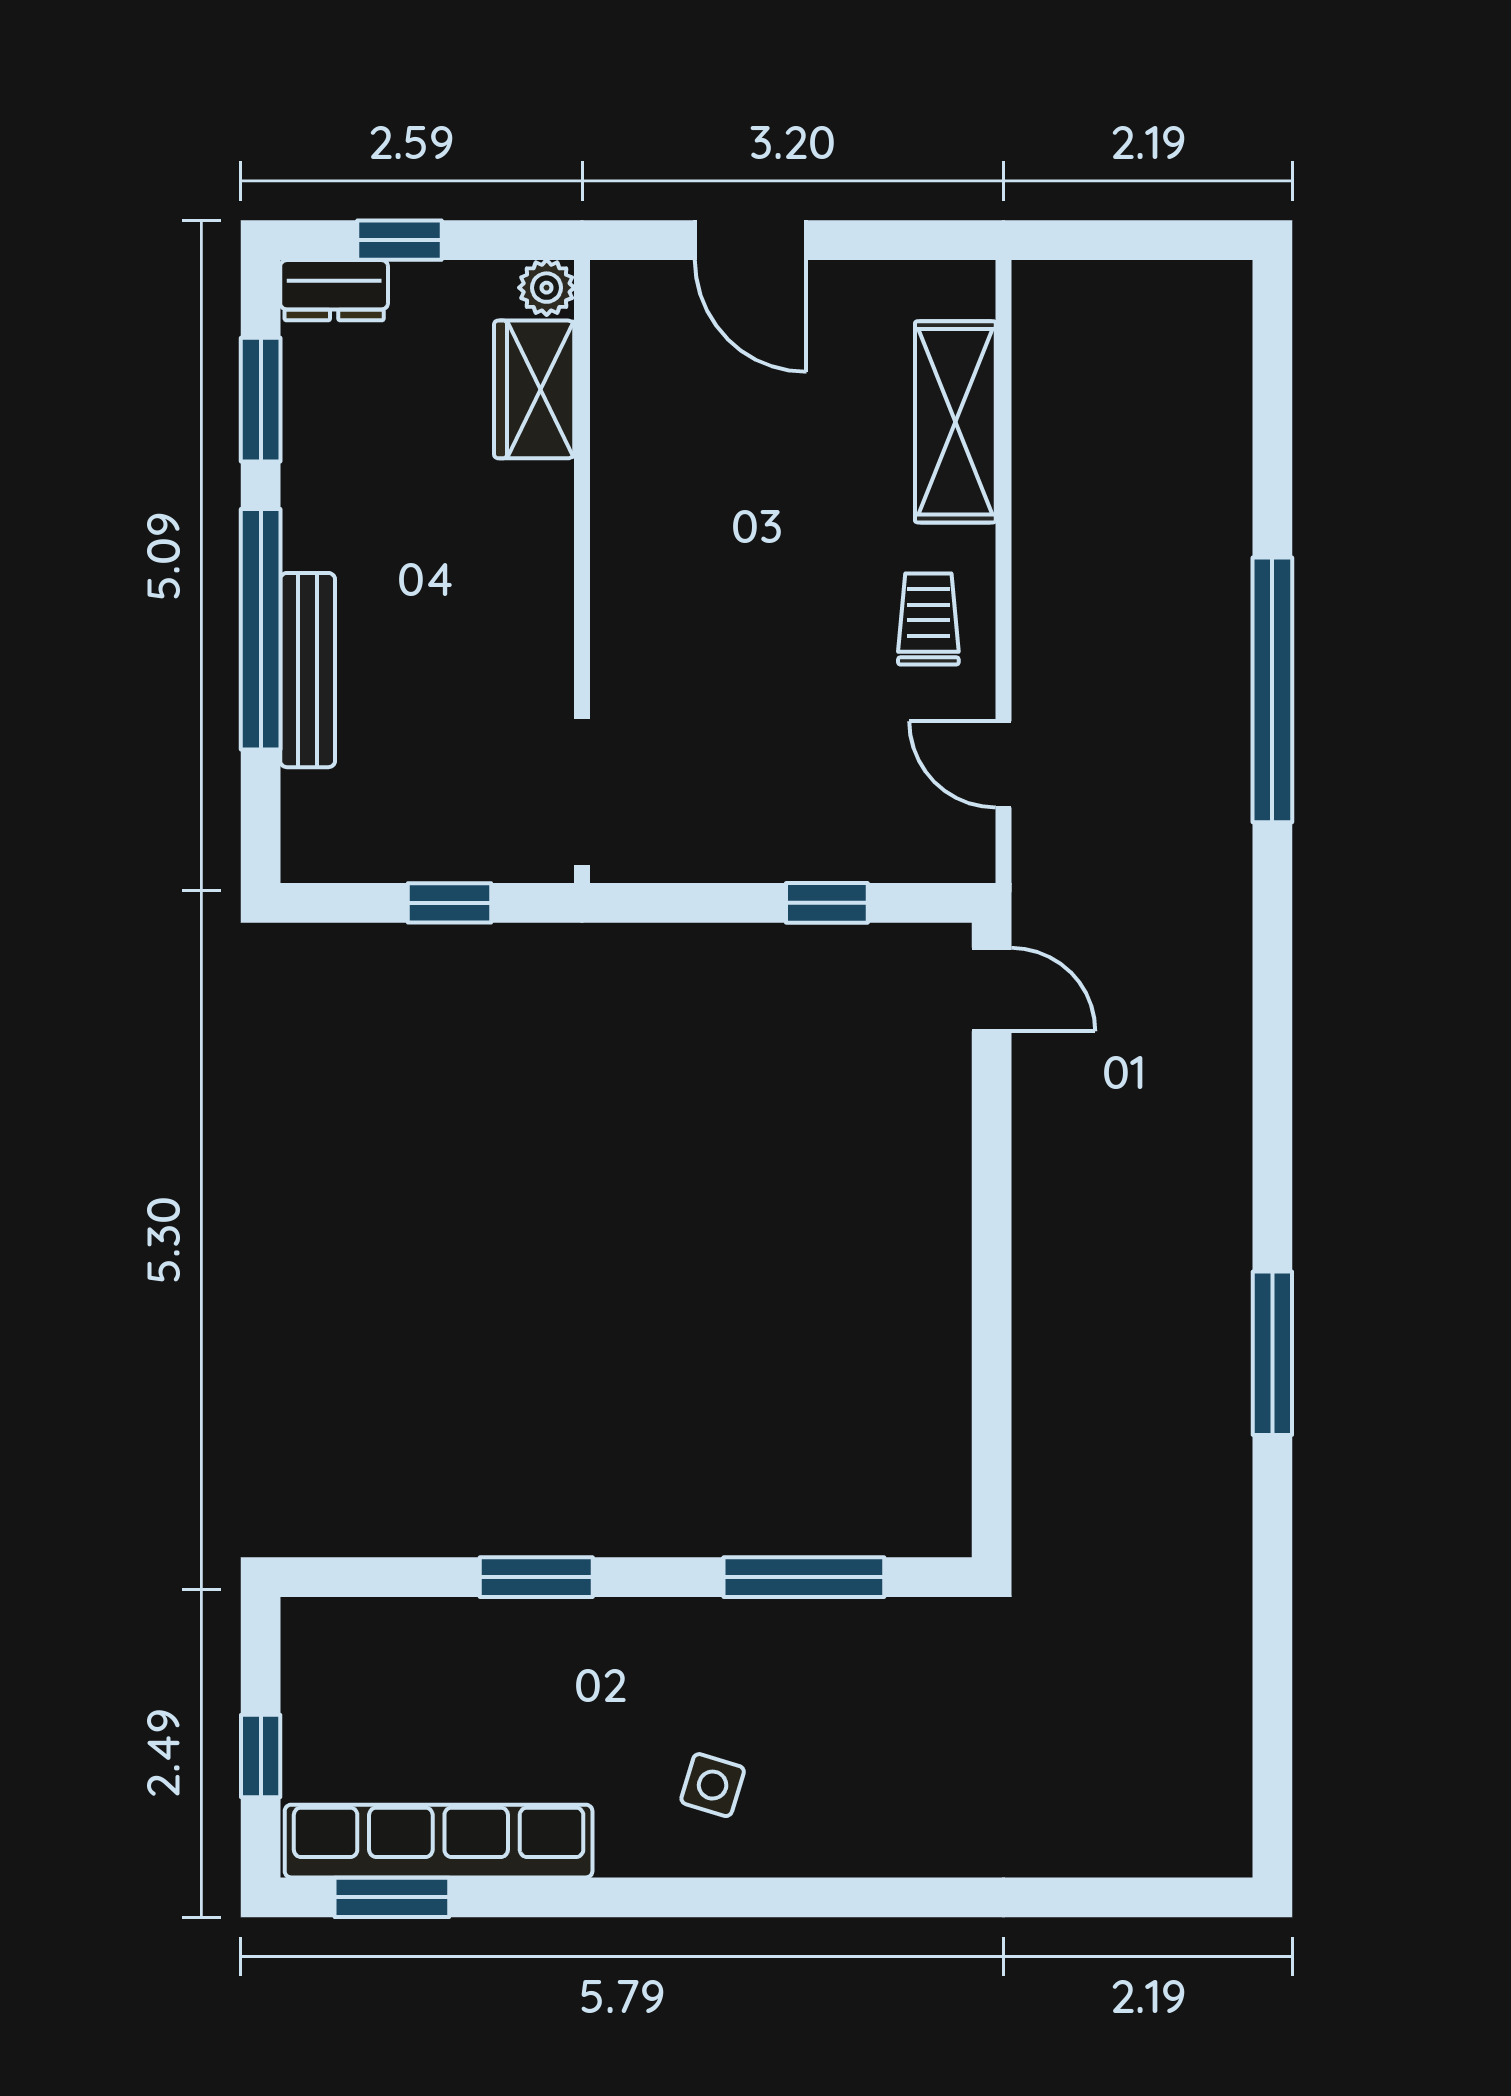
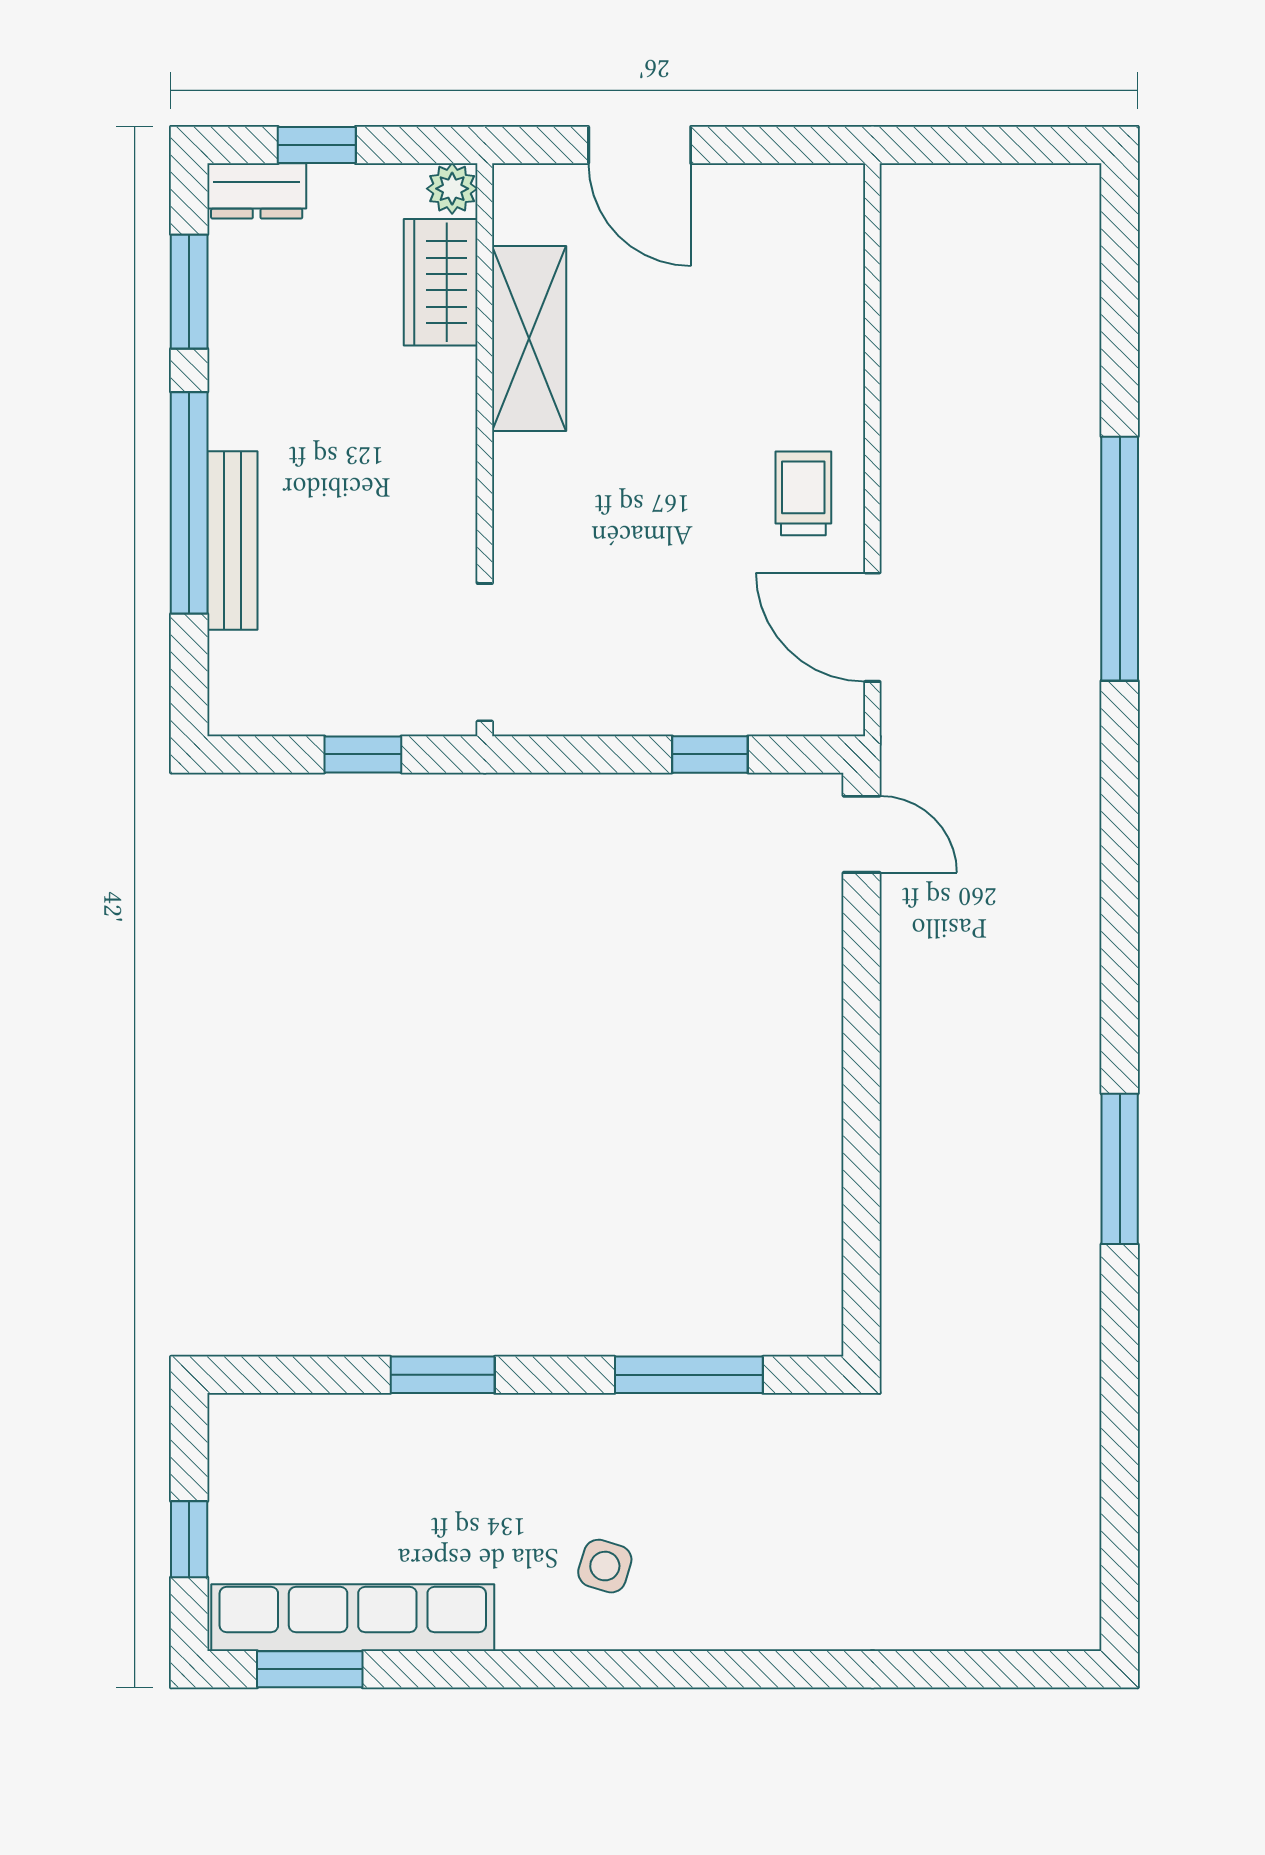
shelving: (955, 422) -> (529, 339), moved
door: (1004, 764) -> (872, 627), width x1.38

